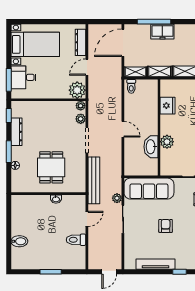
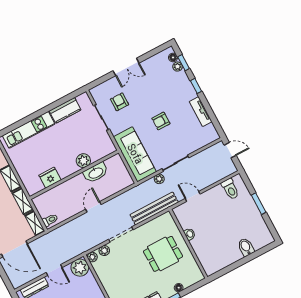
toilet: (76, 240) -> (230, 189), moved
tv unit: (156, 264) -> (201, 112), width x0.71

